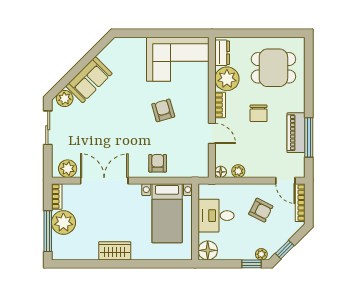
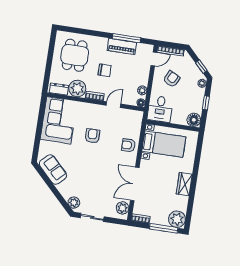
sofa: (89, 80) -> (53, 170), moved
armchair: (163, 110) -> (92, 136), turned 106
desk: (216, 216) -> (160, 109), moved
plant: (63, 222) -> (177, 219), moved
window: (251, 264) -> (206, 103), moved

